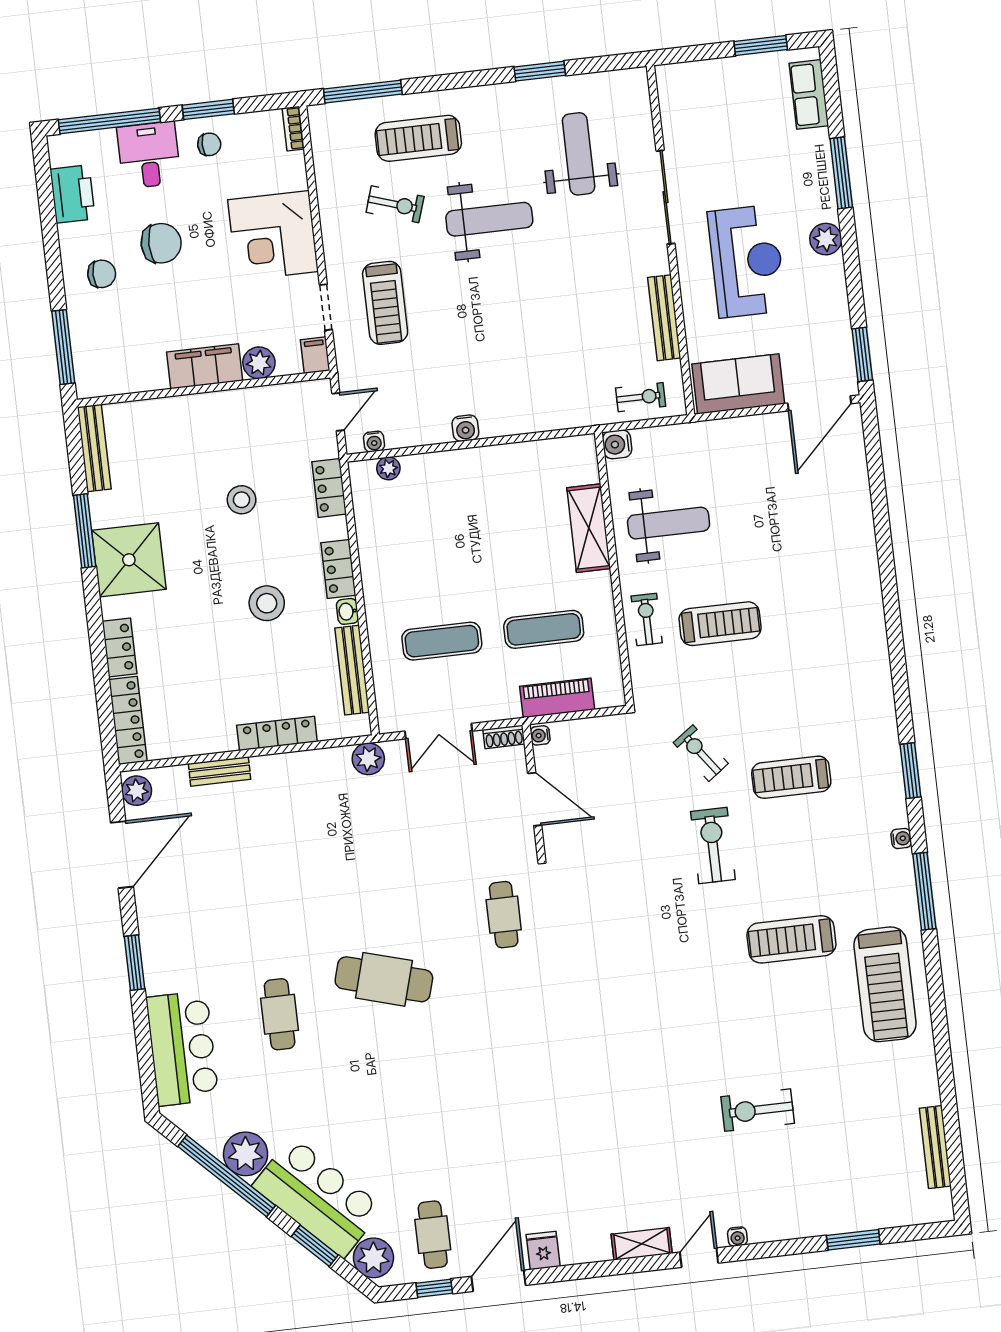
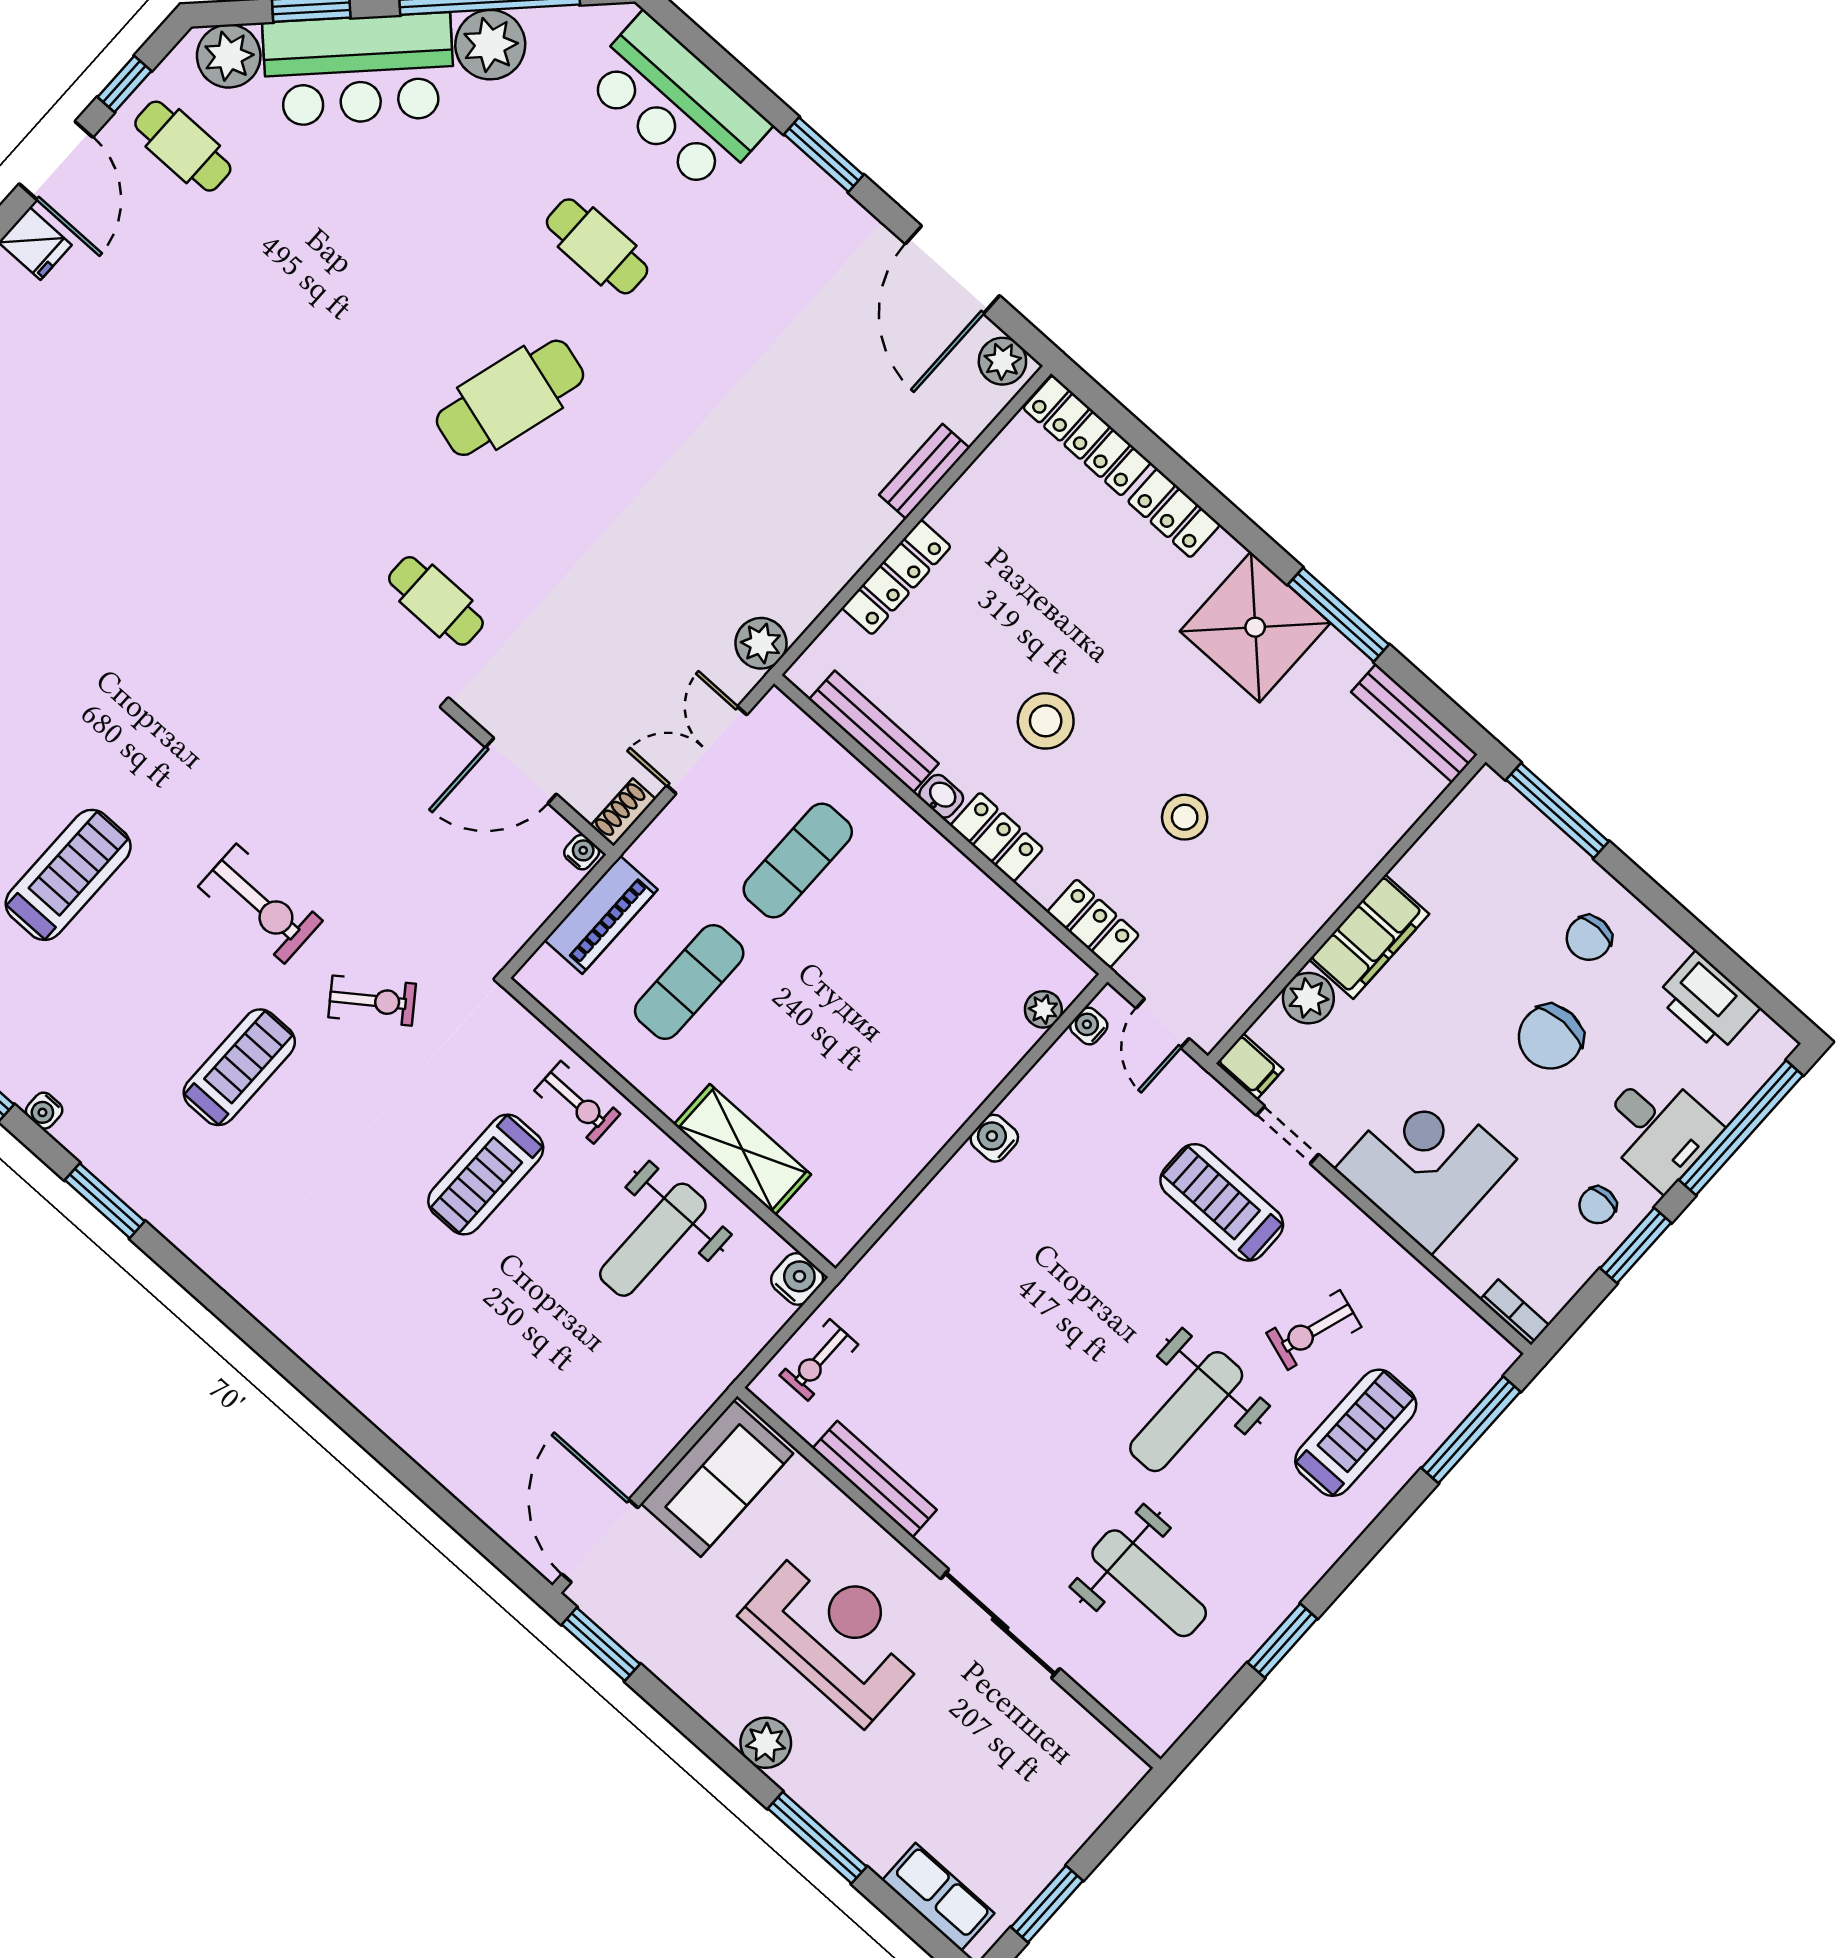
reception desk: (747, 261) -> (836, 1633), turned 180

